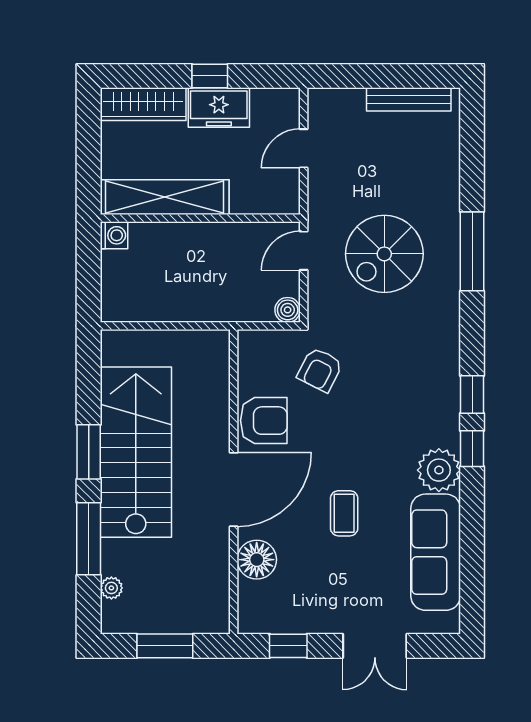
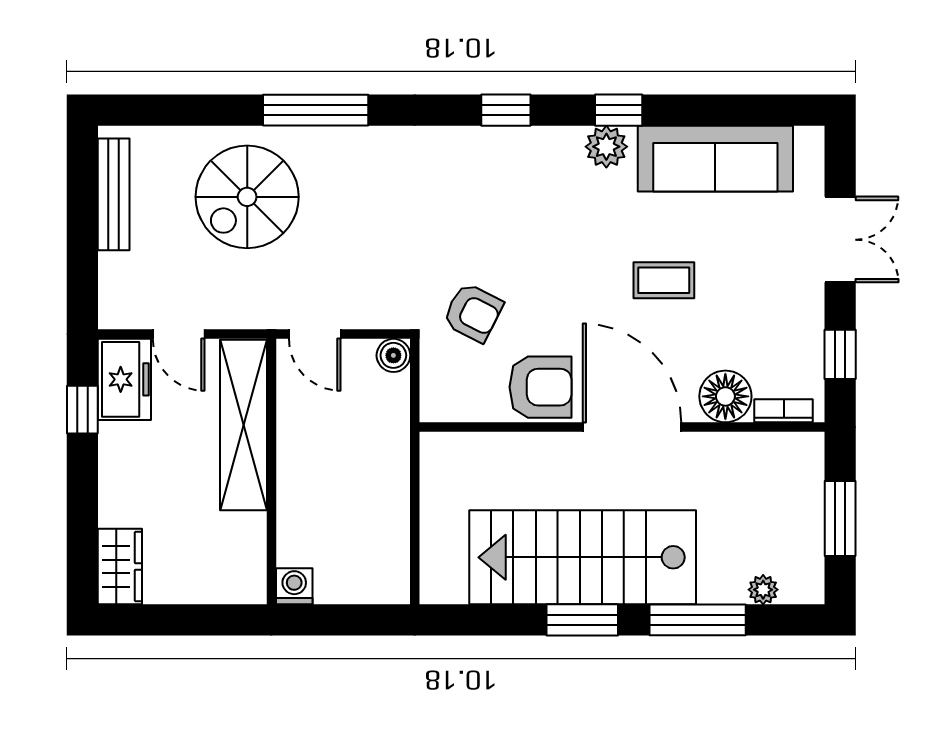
window: (210, 76) -> (82, 410), moved
wardrobe: (143, 104) -> (120, 566), width x0.67
freezer: (219, 108) -> (124, 379), moved
shelving: (165, 197) -> (243, 425), moved
spiral stairs: (384, 254) -> (247, 197), moved, turned 90
armchair: (264, 421) -> (541, 387), turned 90
window: (472, 449) -> (619, 110), moved
plant: (439, 470) -> (606, 147), width x0.73, depth x0.73
bookcase: (246, 603) -> (784, 411), added

